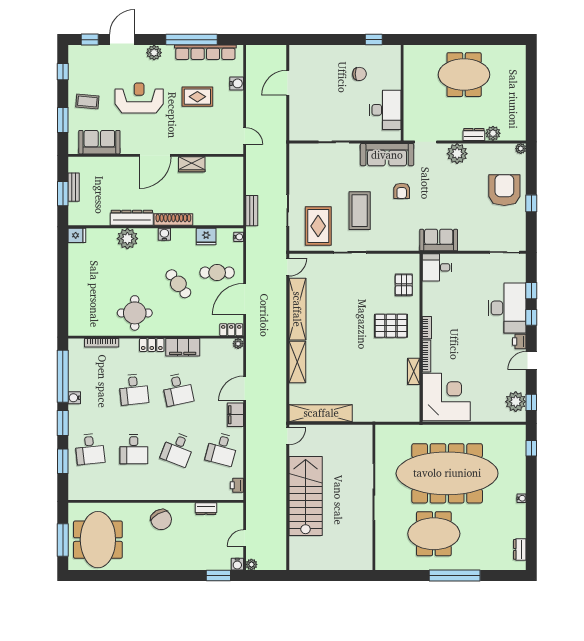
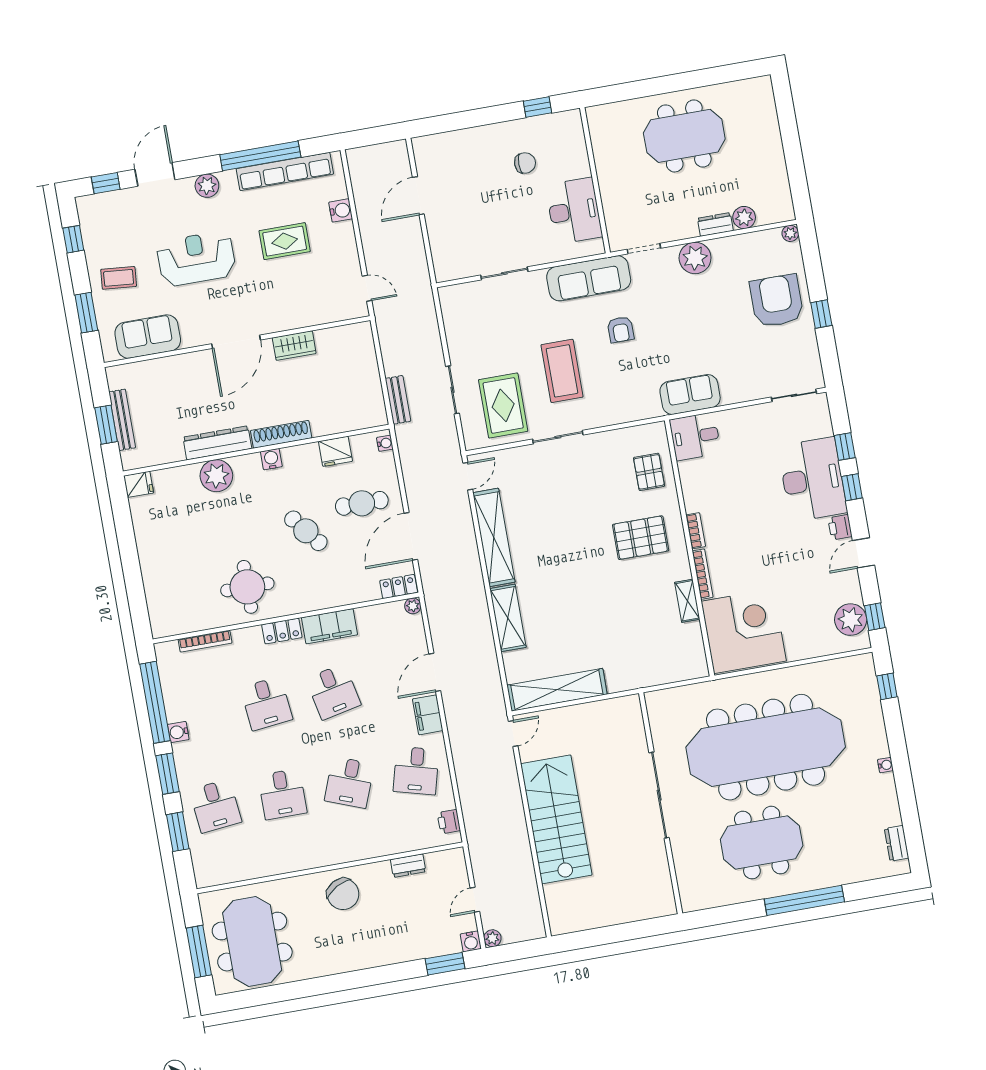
bench: (74, 187) -> (122, 420), width x1.36

